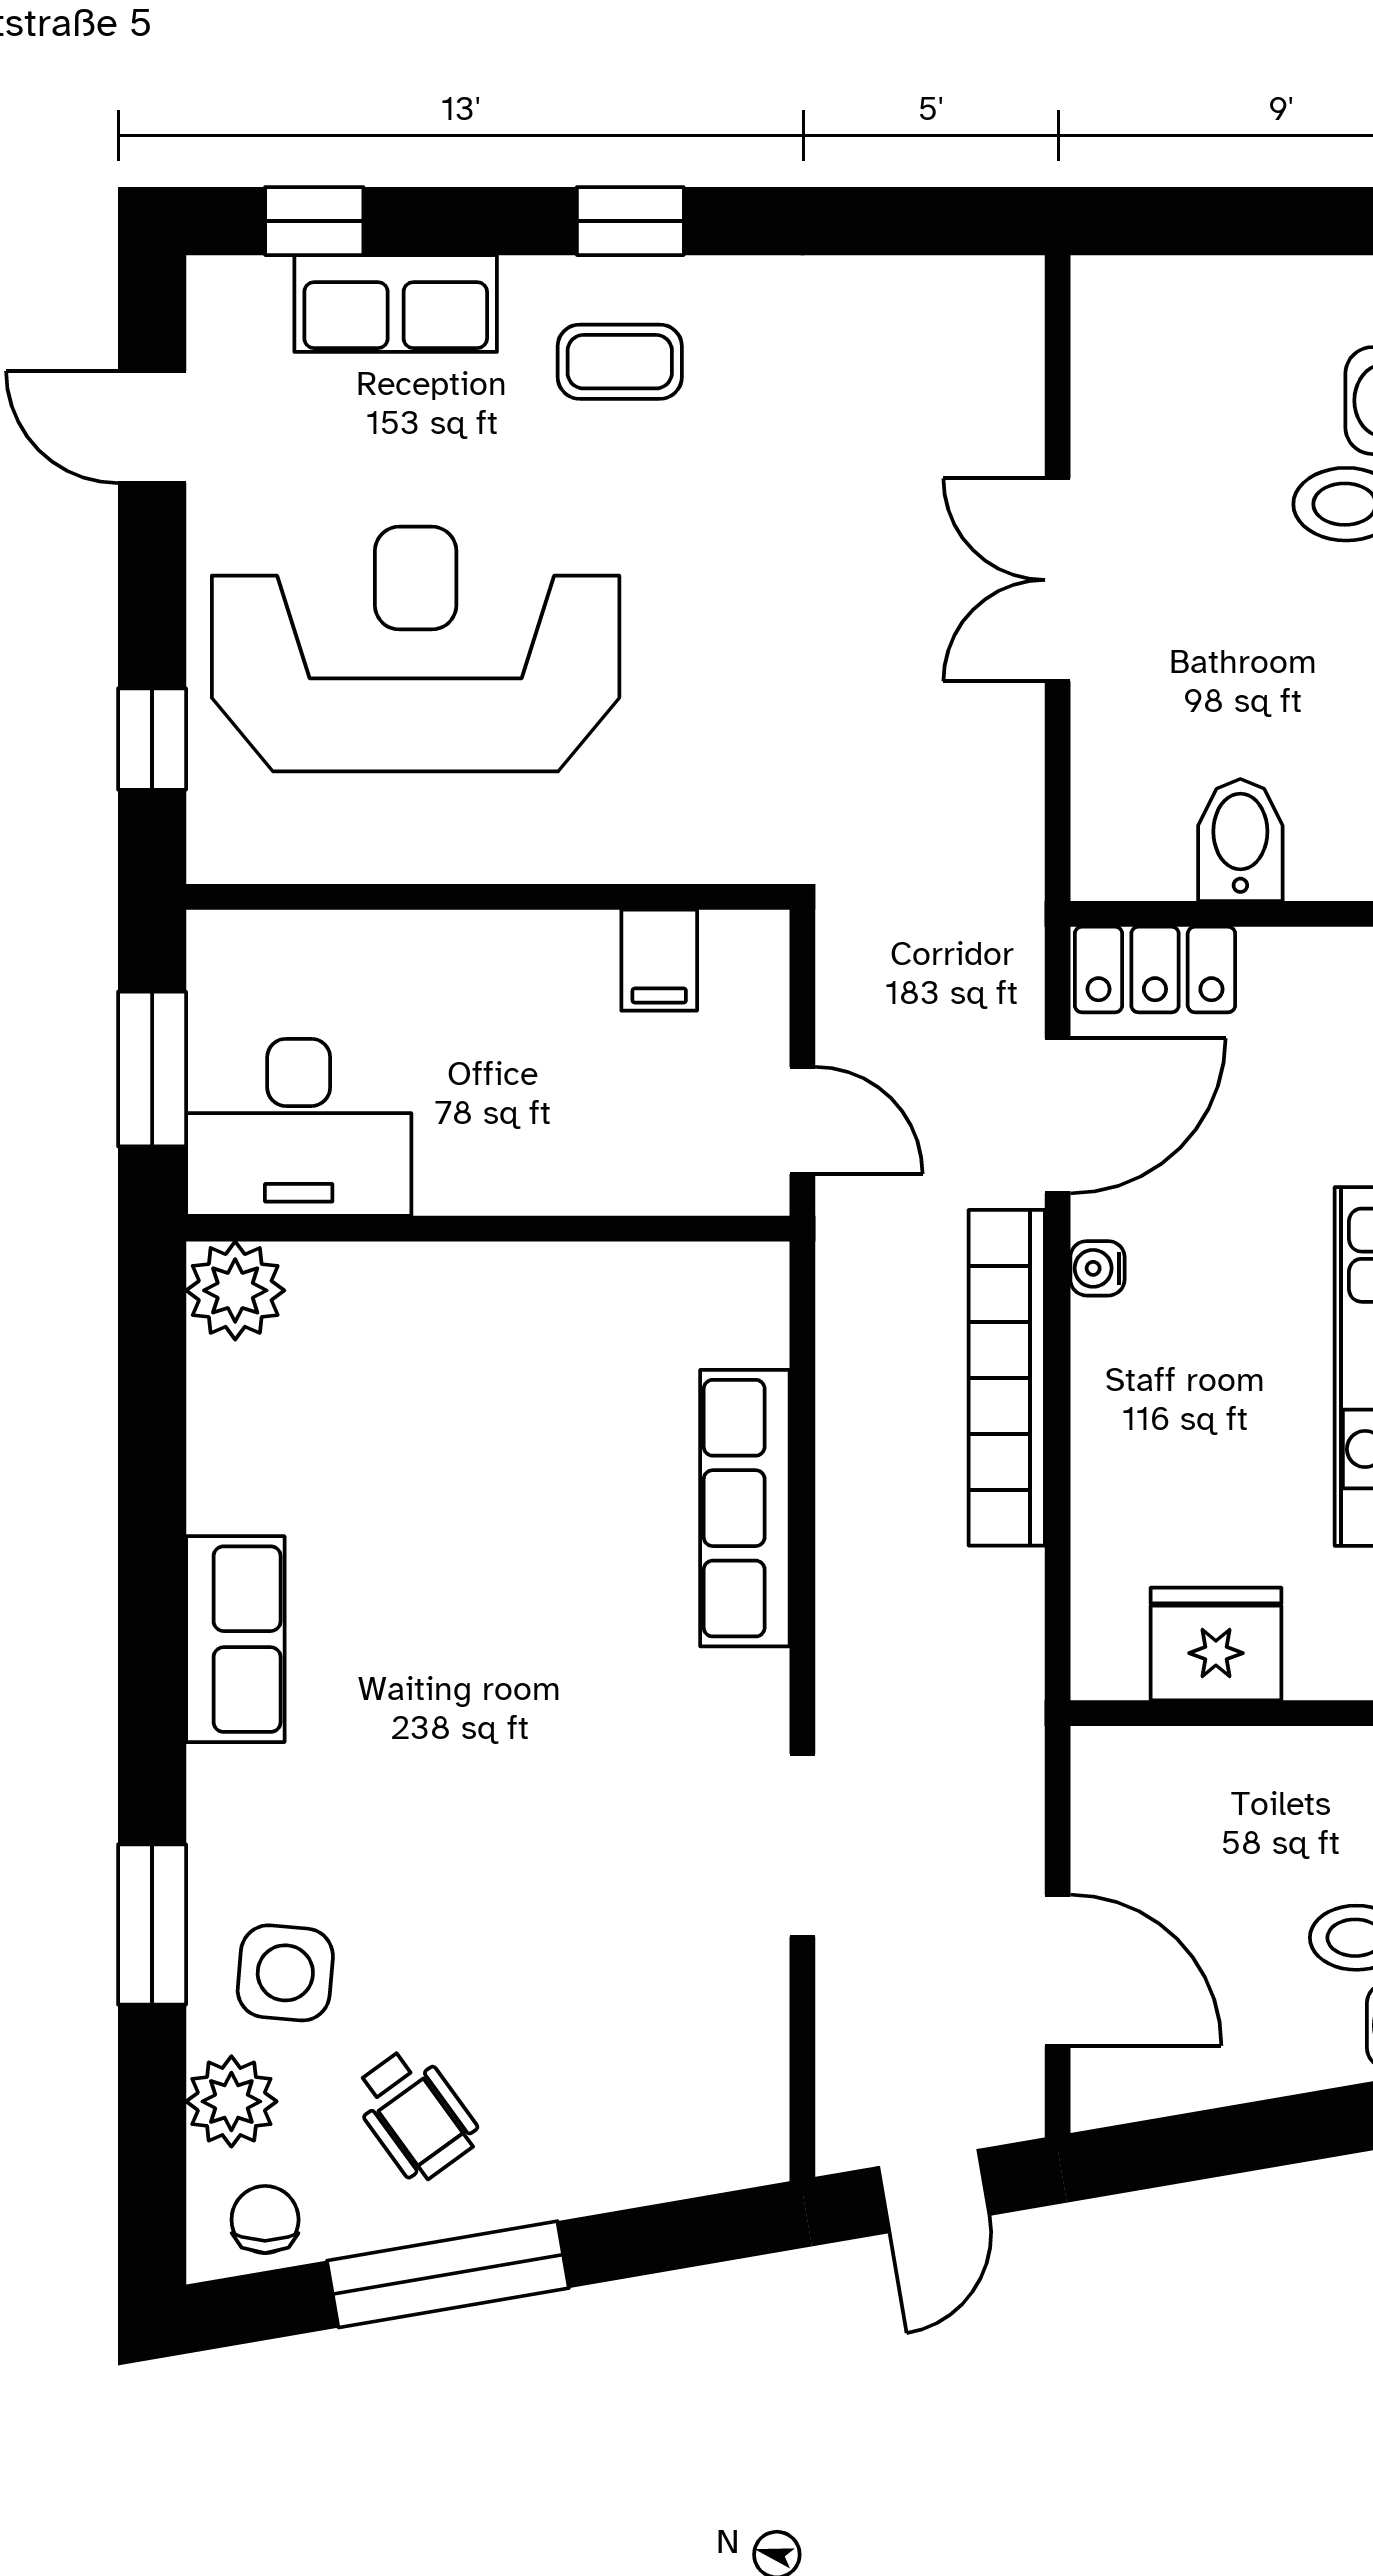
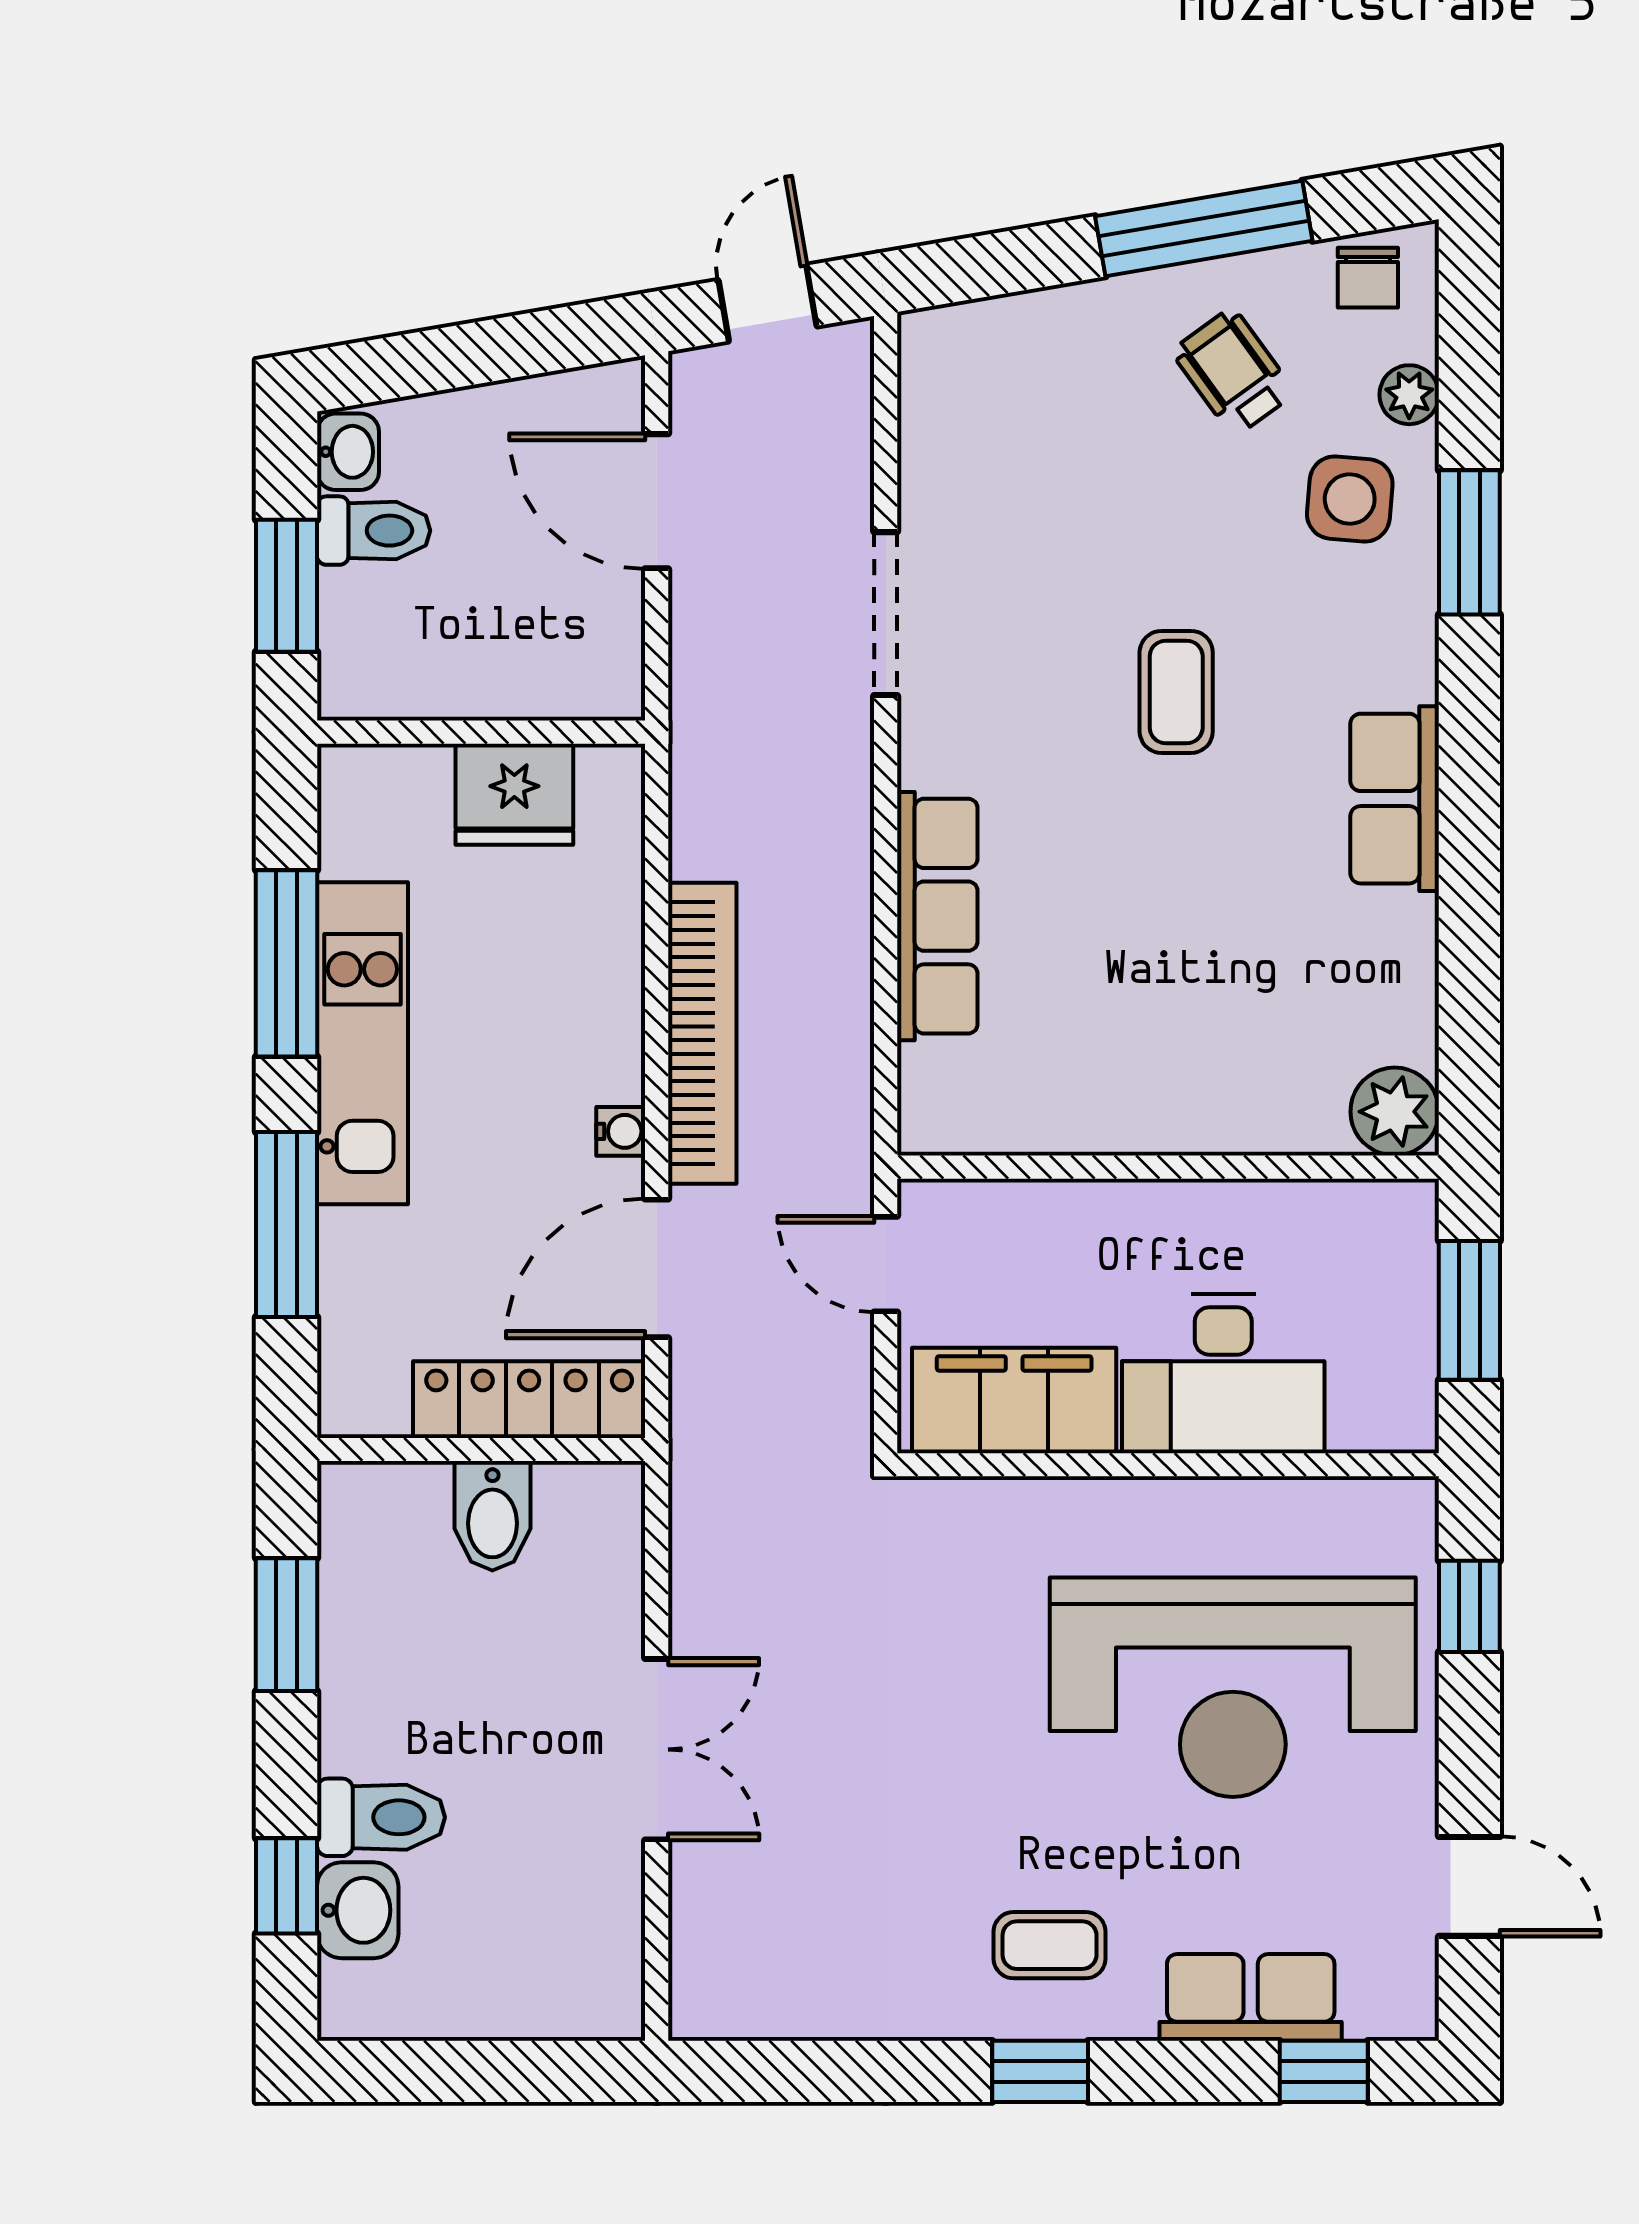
filing cabinet: (659, 960) -> (1014, 1400), width x3.00, depth x1.17
locker: (1155, 970) -> (529, 1400), width x1.53
desk: (299, 1127) -> (1223, 1374), moved, turned 180
coffee table: (479, 1758) -> (1176, 692), added
plant: (231, 2101) -> (1409, 395), width x0.73, depth x0.73

